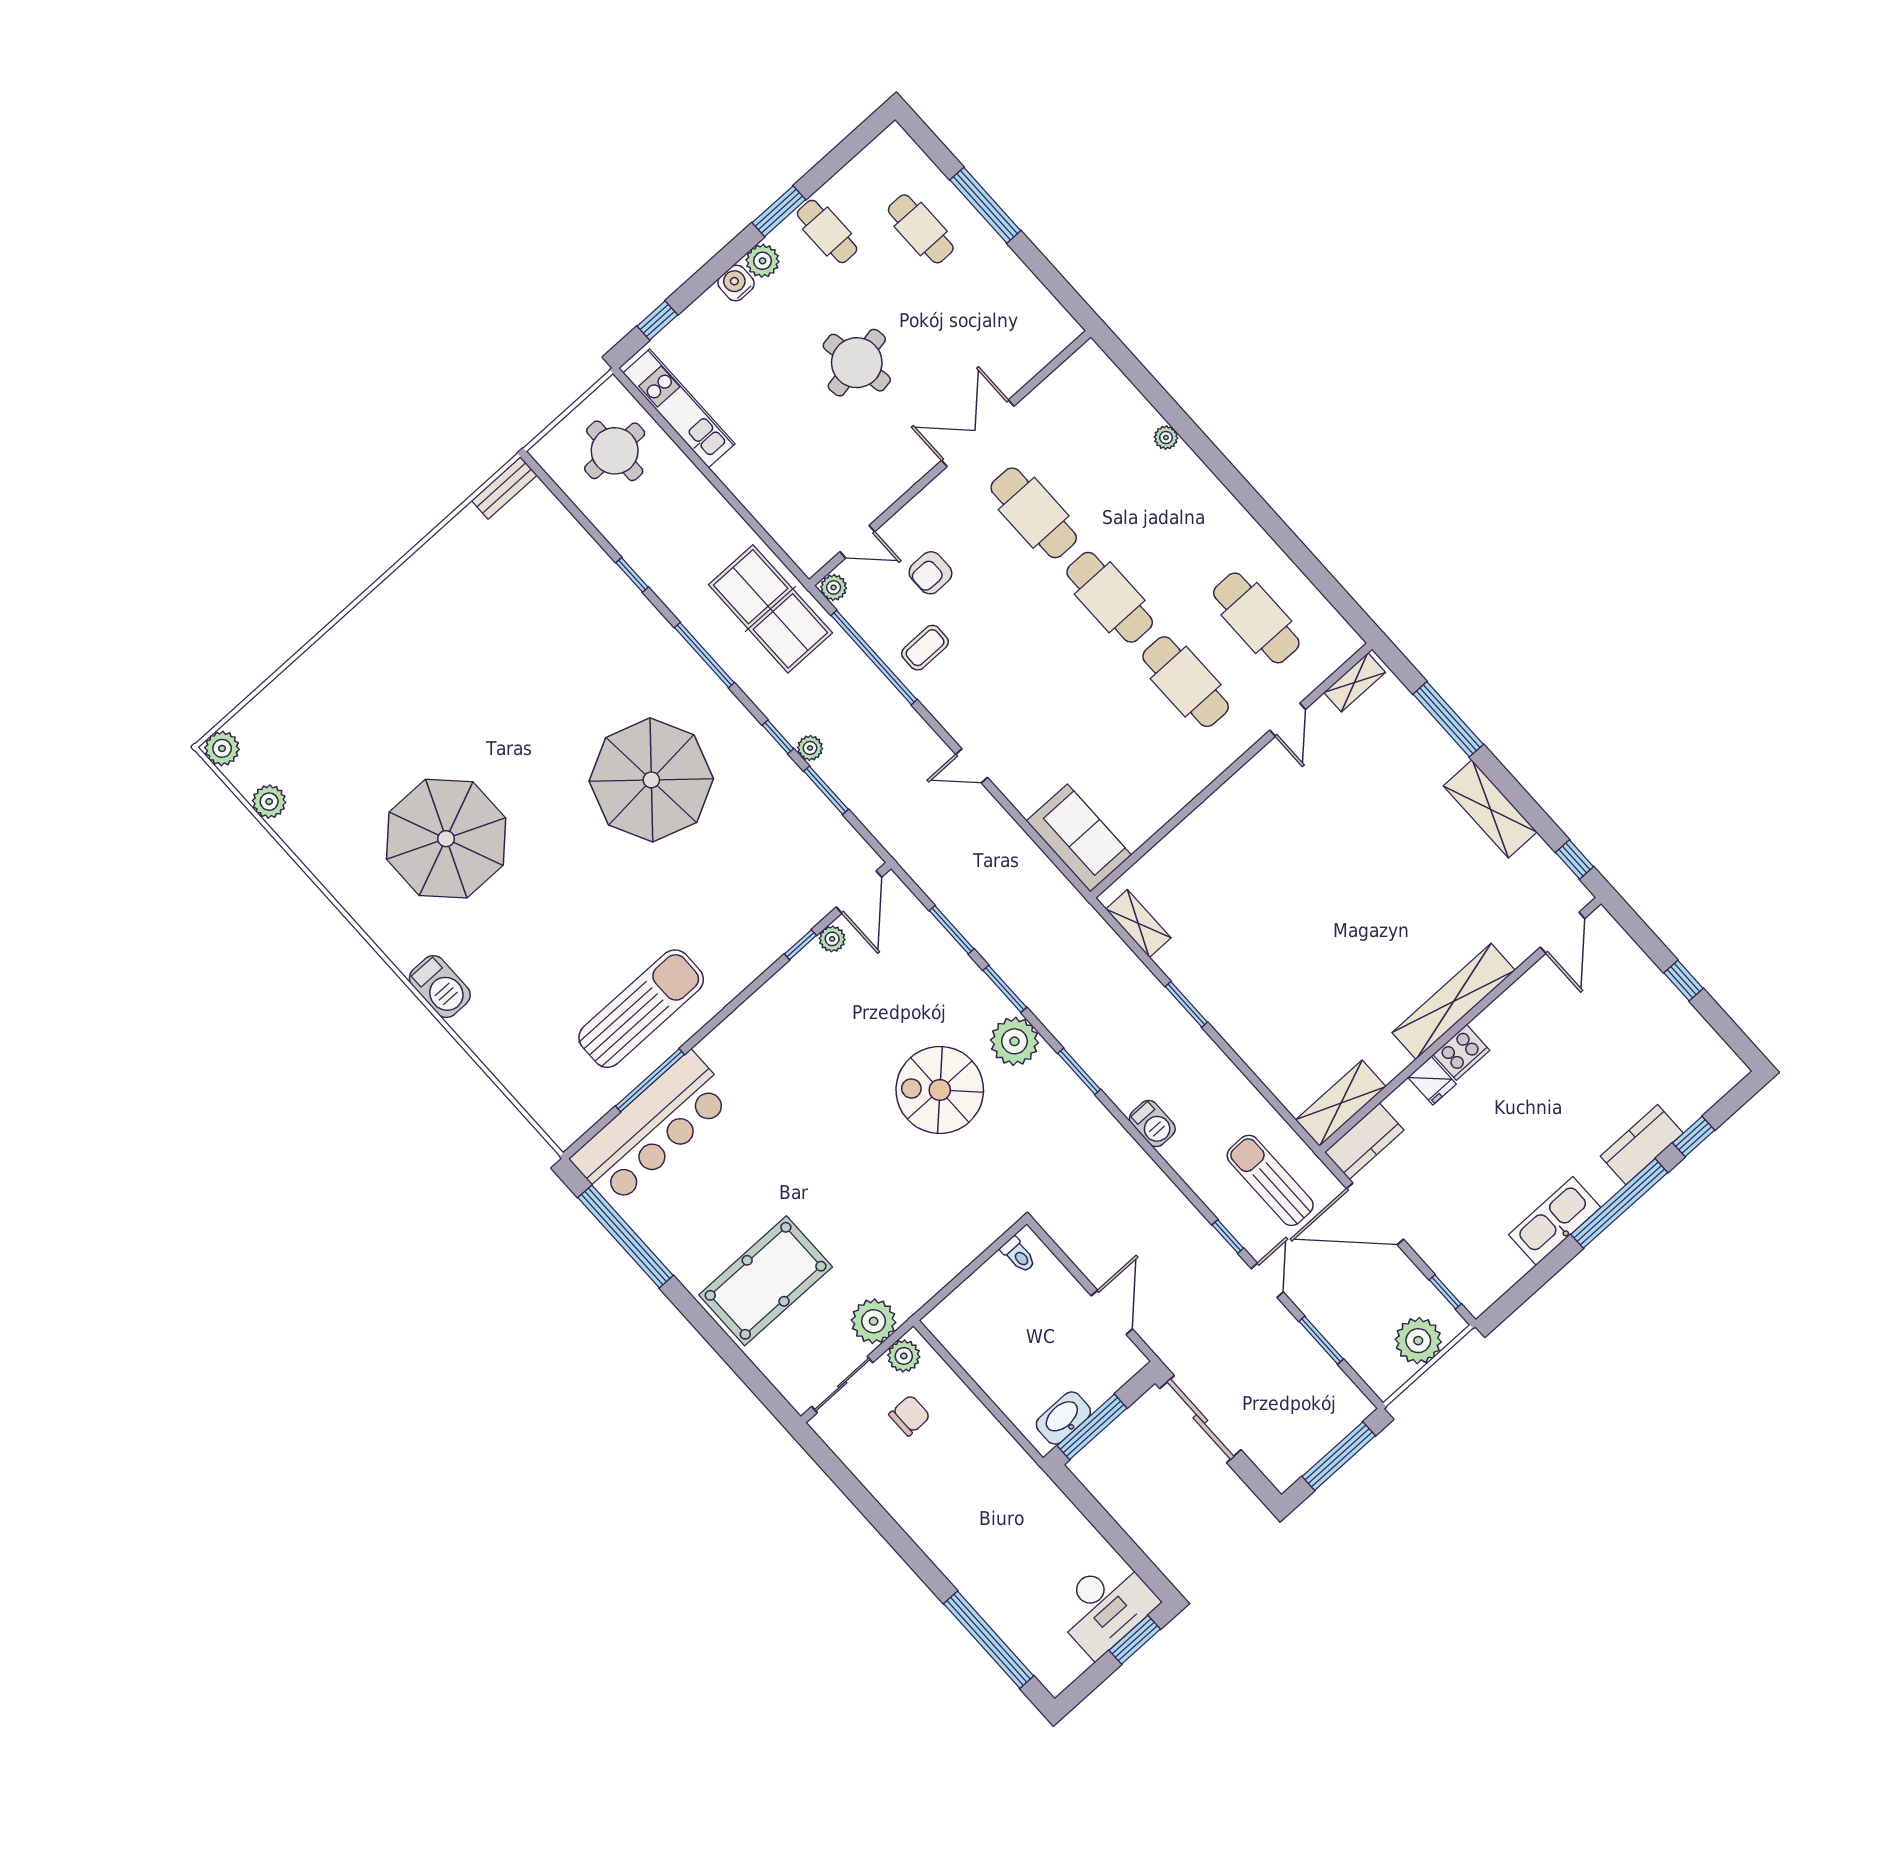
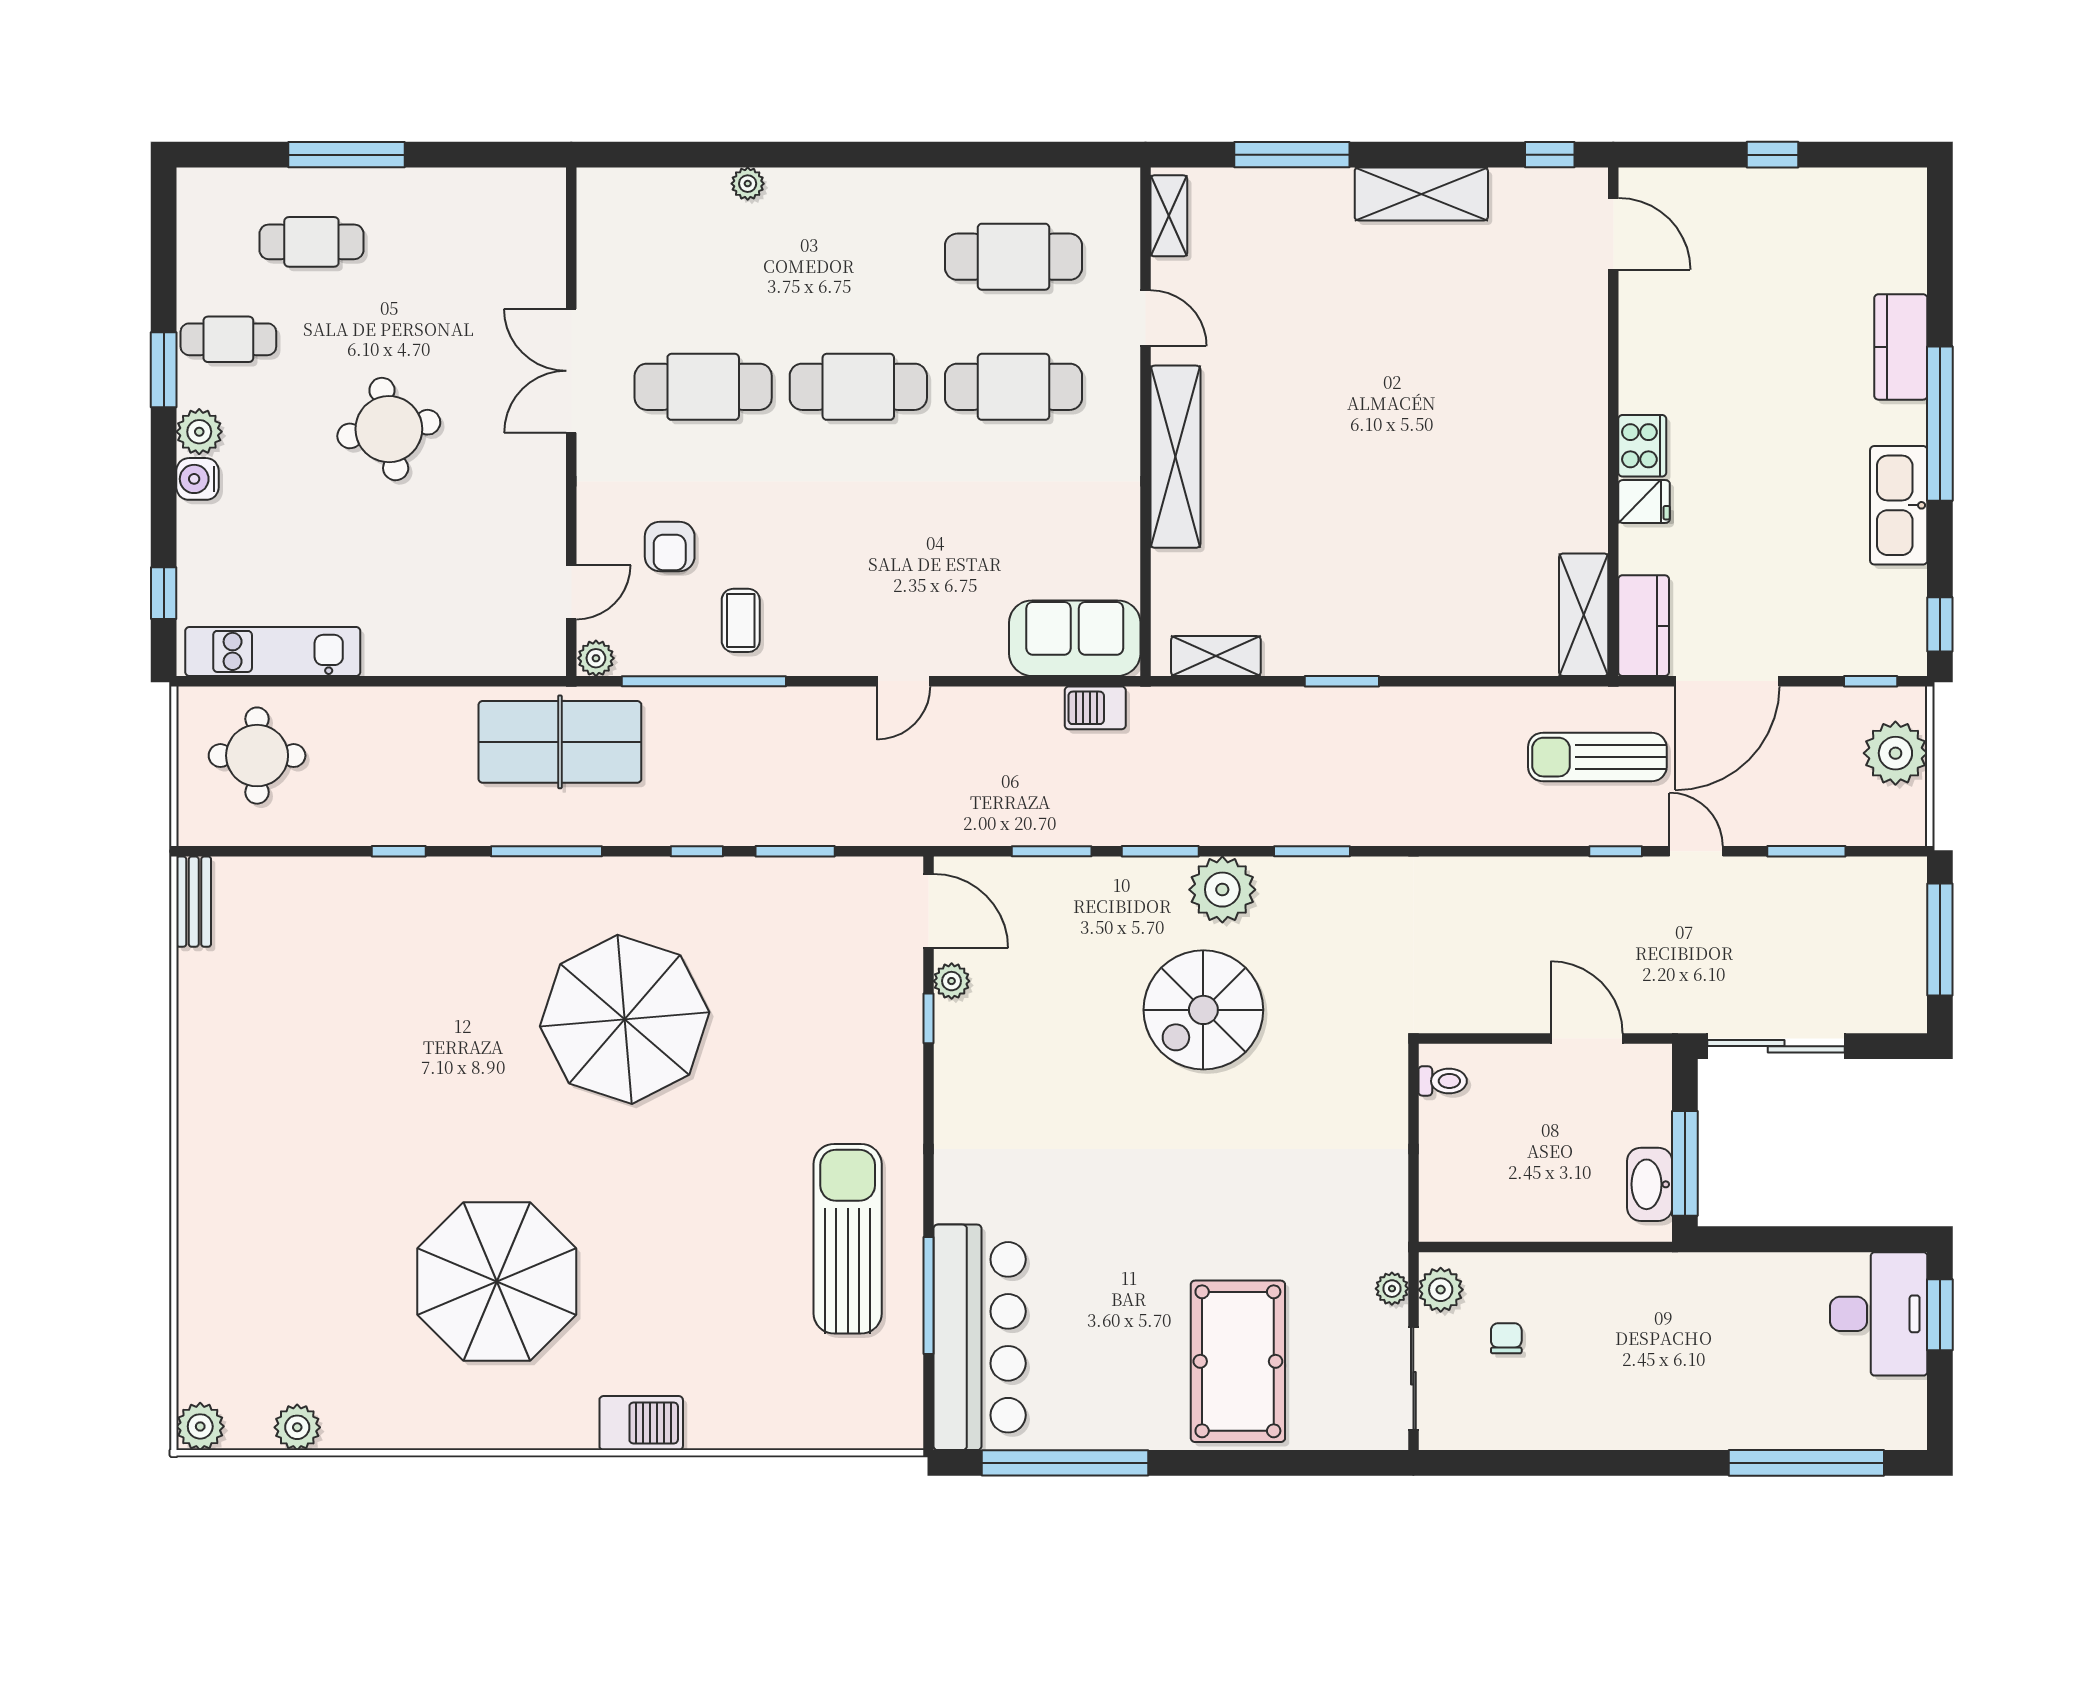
plant: (810, 748) -> (737, 829), removed
shelving: (1454, 1001) -> (1175, 457), moved
barbecue: (1152, 1123) -> (1095, 708), moved, turned 180
window: (1694, 1136) -> (1940, 624), moved
plant: (874, 1321) -> (1392, 1289), width x0.53, depth x0.53
chair: (910, 1415) -> (1506, 1338), width x0.73, depth x0.73

